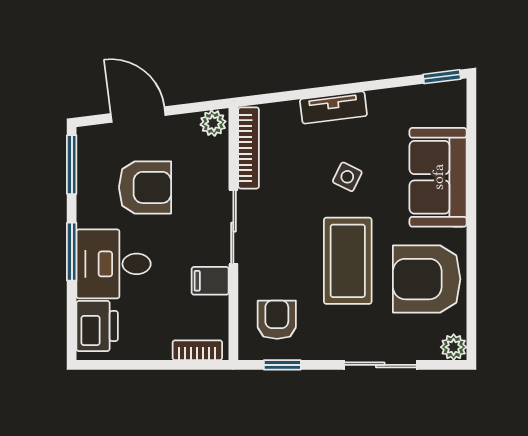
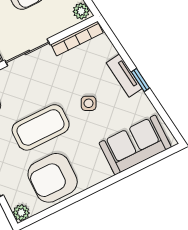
window: (442, 77) -> (140, 80), moved
sofa: (438, 177) -> (135, 145), moved
armchair: (427, 279) -> (53, 178), turned -90

